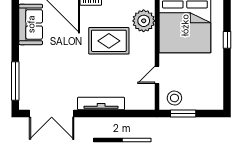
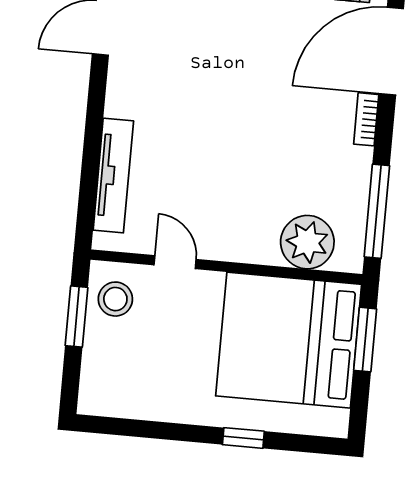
rug: (109, 41) -> (267, 154), removed
tv unit: (101, 104) -> (113, 175), moved

